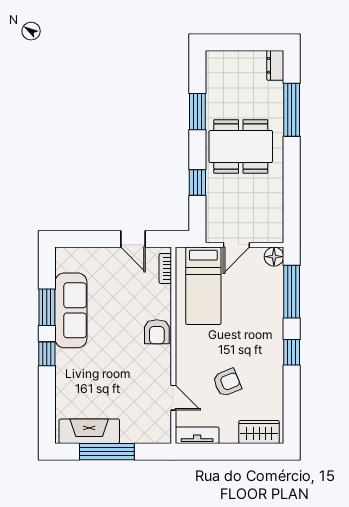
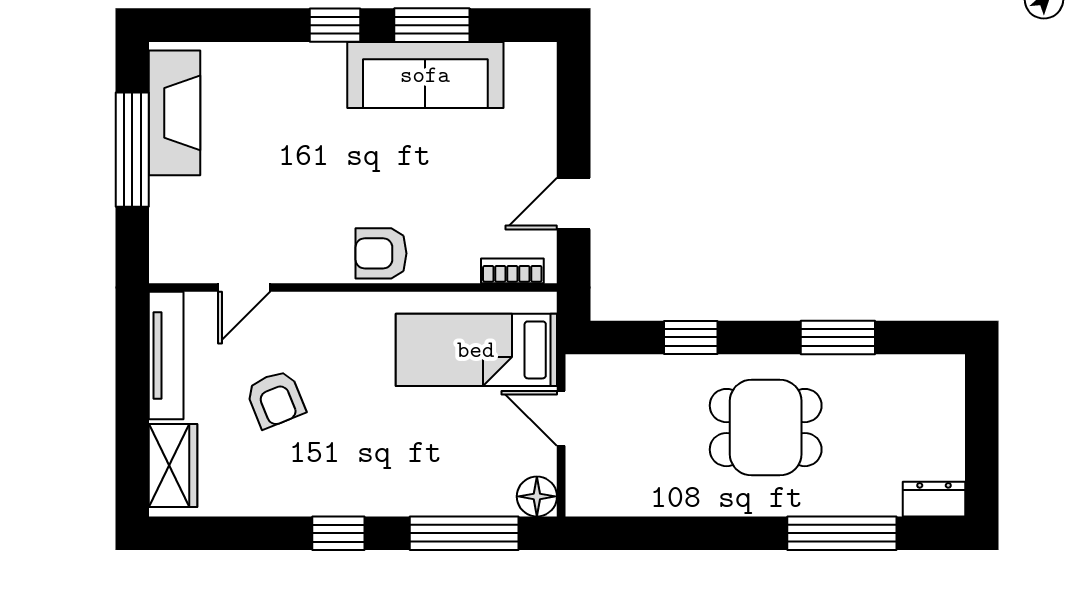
dining table: (241, 146) -> (766, 428), width x0.73
tv unit: (197, 435) -> (166, 355), width x1.41

